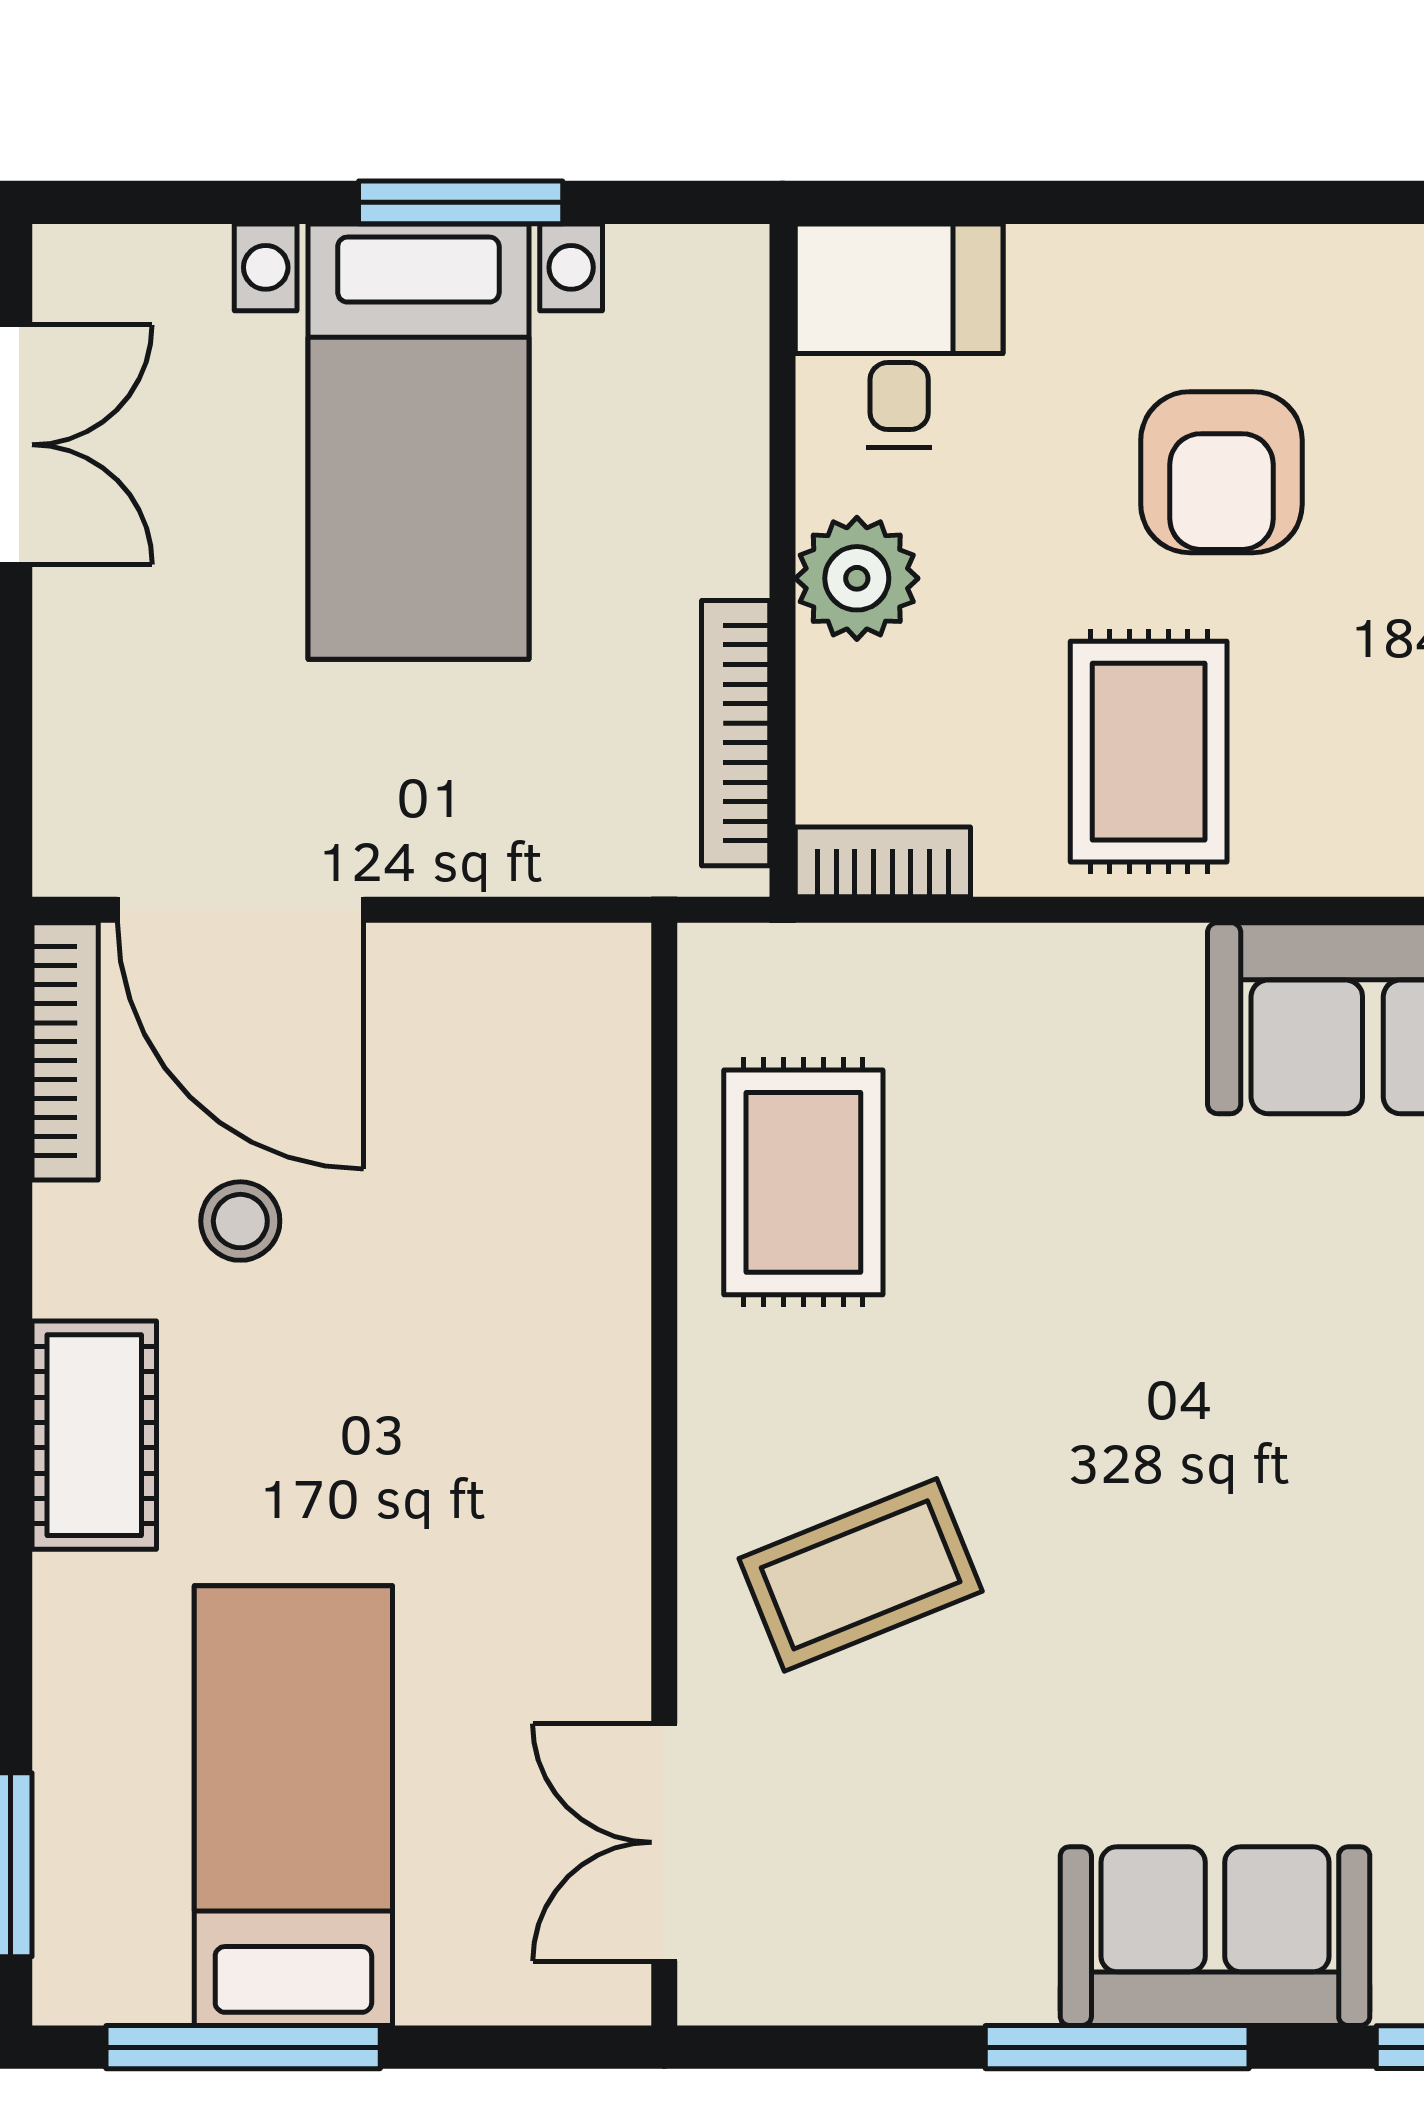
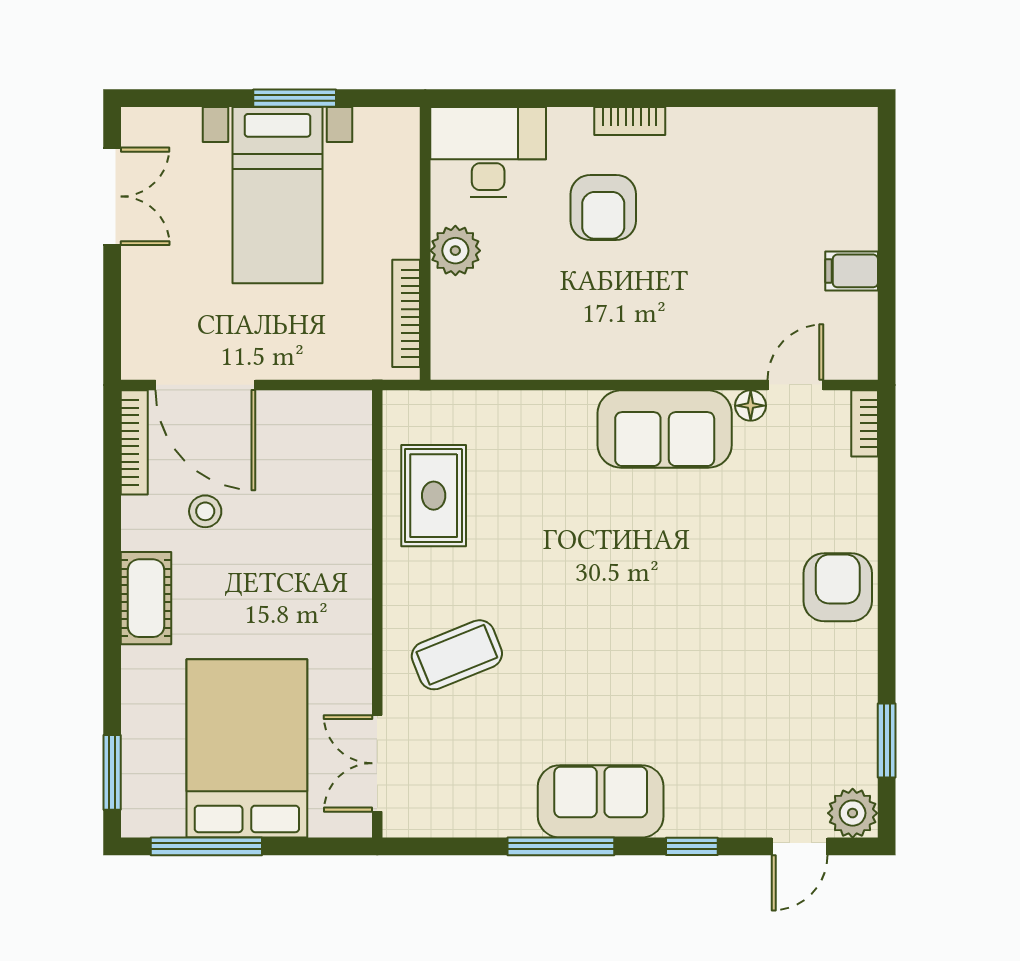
desk: (899, 336) -> (488, 152), width x1.37
rug: (1149, 752) -> (574, 321), removed
bookcase: (883, 862) -> (630, 121), moved, turned 180
bed: (293, 1806) -> (247, 748), width x1.50

